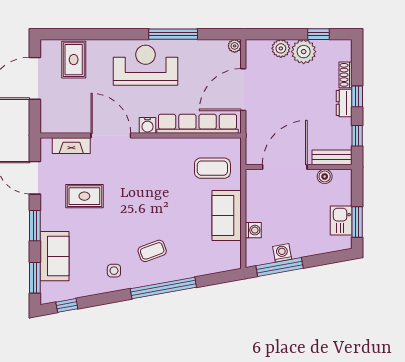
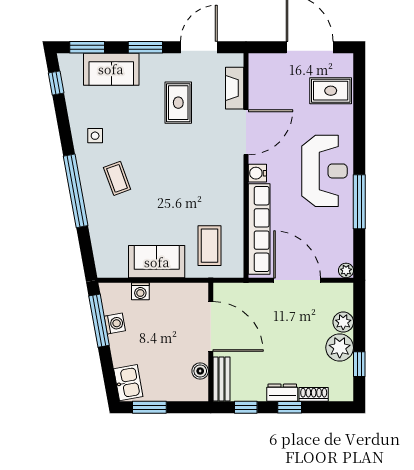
kitchen sink: (341, 221) -> (128, 383), moved, turned 80

